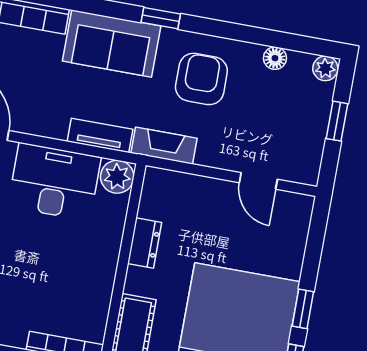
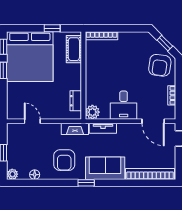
desk: (54, 182) -> (124, 105), width x0.73
dresser: (145, 243) -> (76, 101), moved

